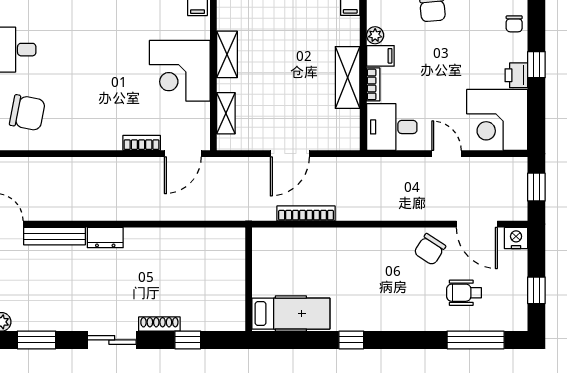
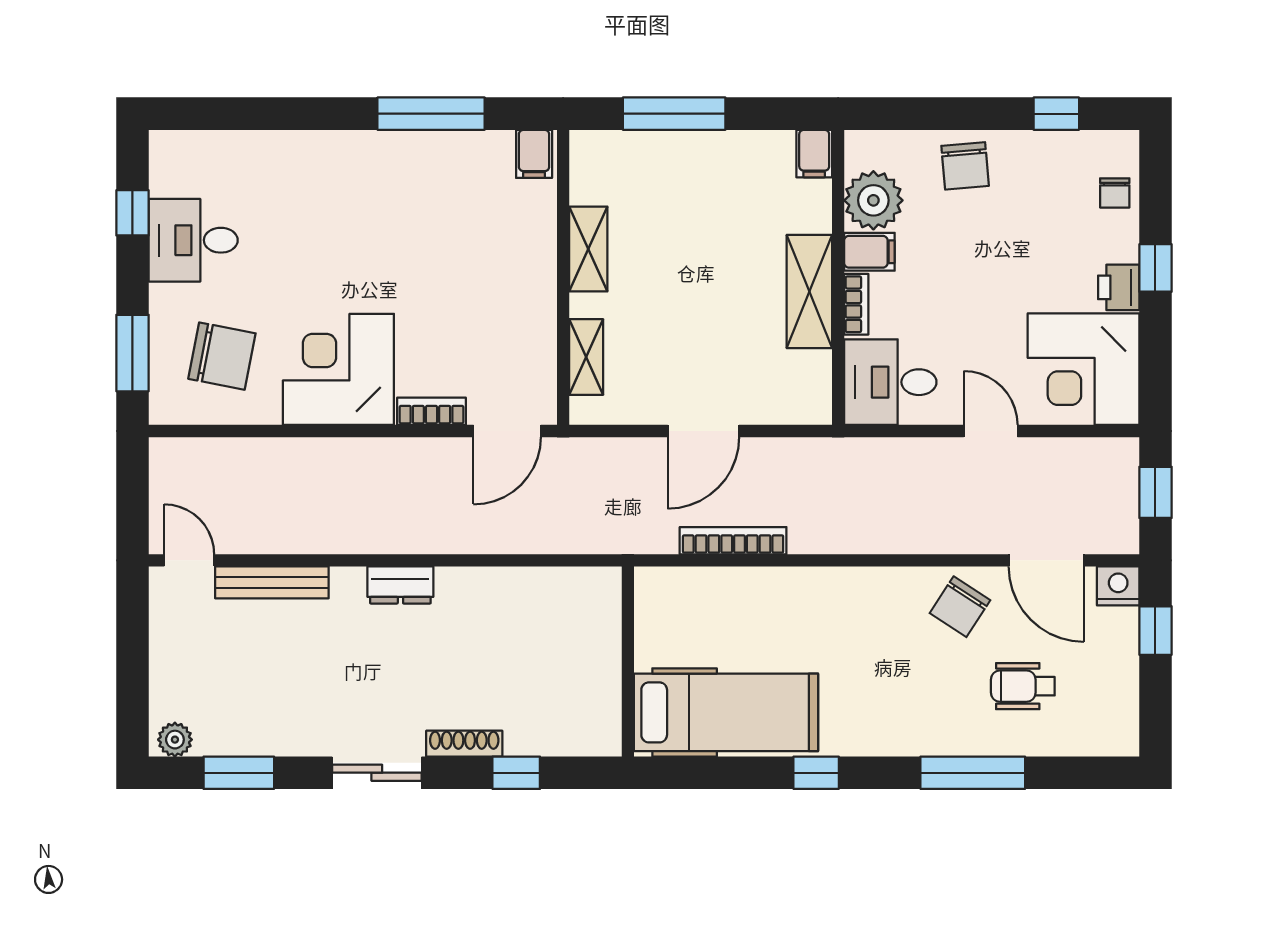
plant: (375, 35) -> (873, 200), width x1.88, depth x1.88
corner desk: (180, 71) -> (338, 369), moved, turned 90
dresser: (105, 238) -> (400, 585), moved
window: (536, 290) -> (1155, 631), moved
hospital bed: (291, 314) -> (726, 712), width x1.37, depth x1.29
window: (476, 340) -> (973, 773), moved

